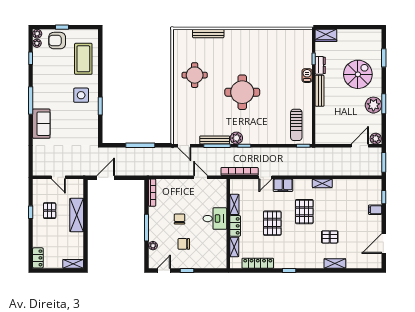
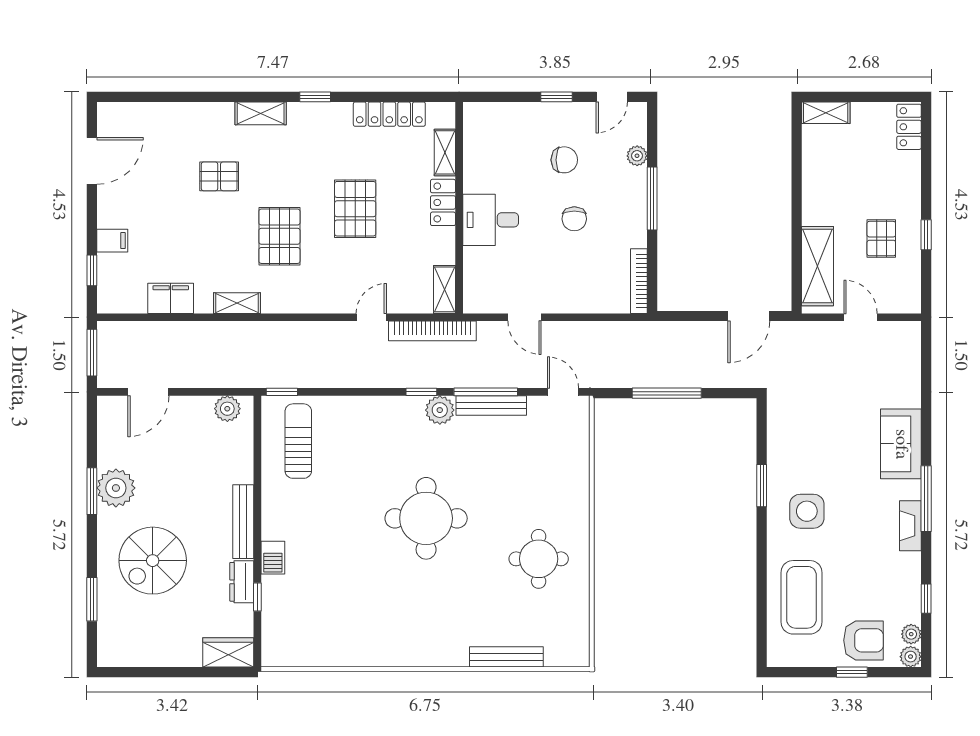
fireplace: (37, 89) -> (910, 526), added
plant: (376, 139) -> (227, 409), moved
filing cabinet: (283, 185) -> (171, 298), moved
shelving: (234, 204) -> (445, 289), moved
shelving: (77, 215) -> (817, 266), moved
shelving: (335, 264) -> (261, 113), moved

